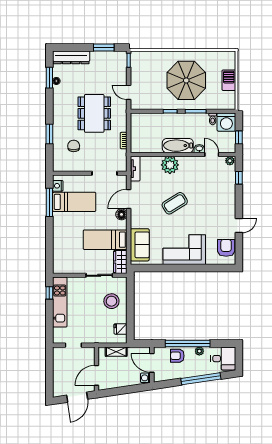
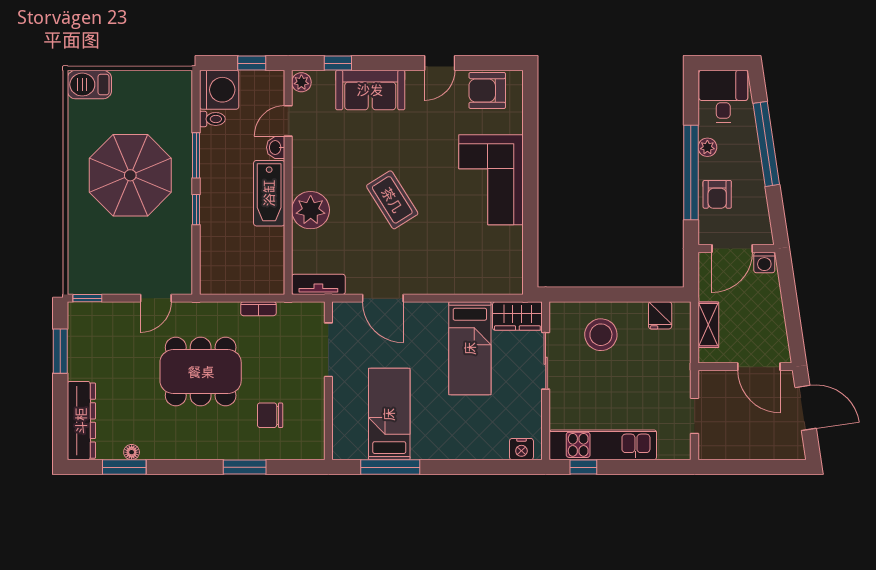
barbecue: (229, 80) -> (89, 85), moved
nightstand: (58, 186) -> (521, 449), moved
floor lamp: (121, 214) -> (416, 313), removed
door: (239, 226) -> (440, 63), swing flipped
sofa: (140, 245) -> (370, 90), moved, turned 180

